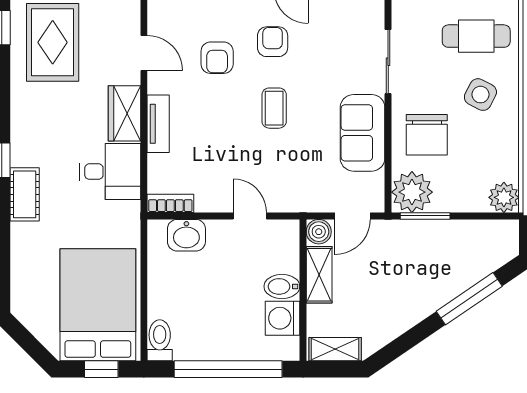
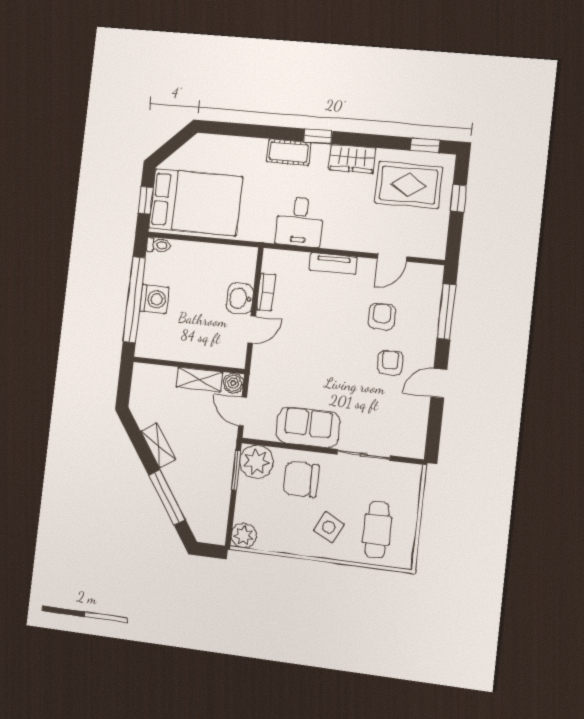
armchair: (273, 42) -> (390, 363), turned -90
armchair: (217, 58) -> (382, 316), turned 90
coffee table: (274, 108) -> (336, 358), removed
wardrobe: (125, 113) -> (352, 159), moved, turned 180
bookcase: (170, 203) -> (266, 292), moved
washbasin: (186, 235) -> (240, 298), moved
bidet: (282, 286) -> (193, 349), removed
washing machine: (283, 318) -> (154, 299), moved, turned 90
toilet: (160, 340) -> (158, 245), width x0.73, depth x0.72
shelving: (335, 349) -> (158, 445), moved, turned -34

